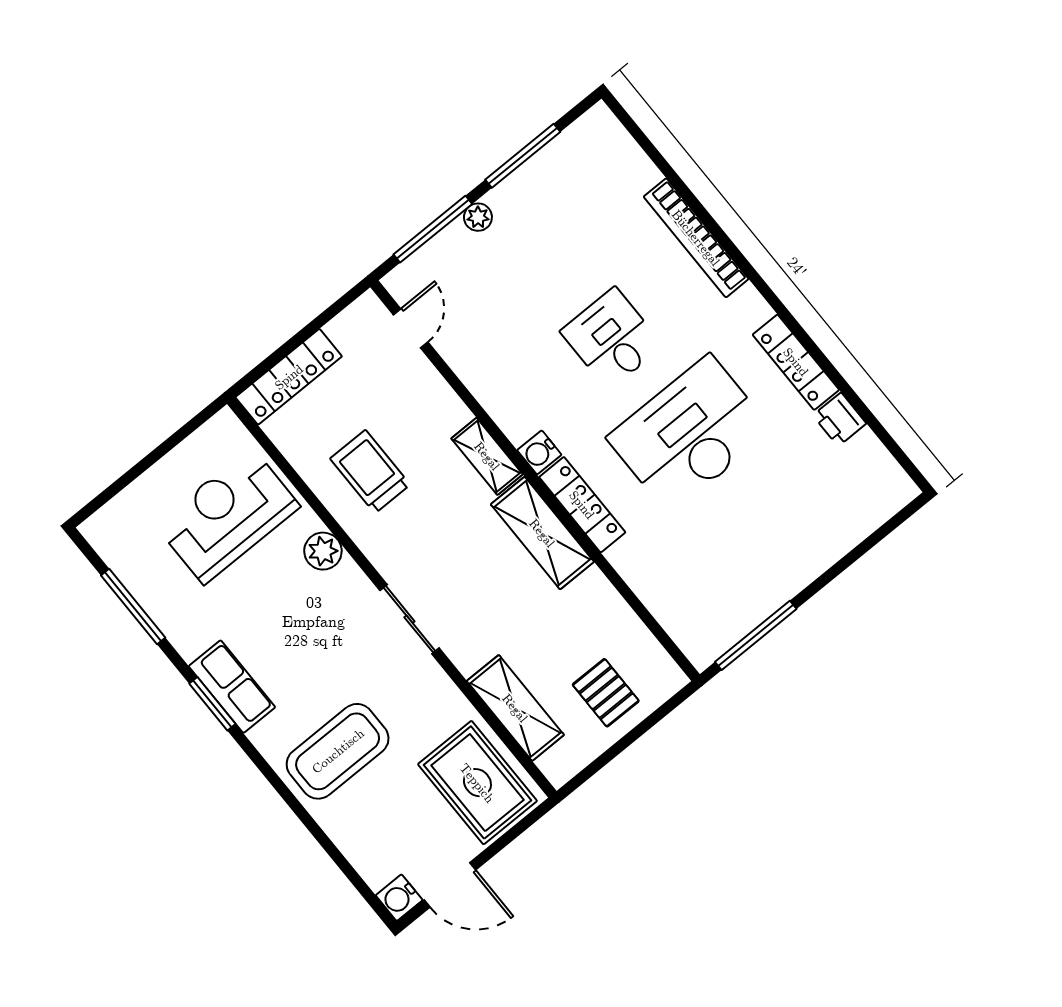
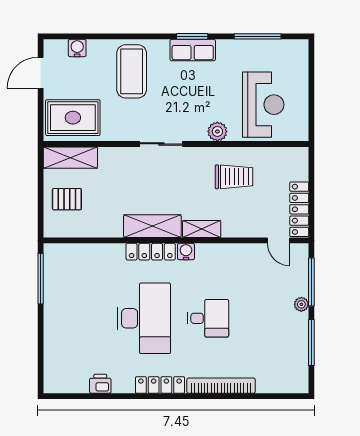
locker: (796, 362) -> (160, 385), moved
locker: (289, 377) -> (299, 209), moved
shelving: (515, 708) -> (70, 158), moved
water cooler: (399, 898) -> (77, 48), moved

